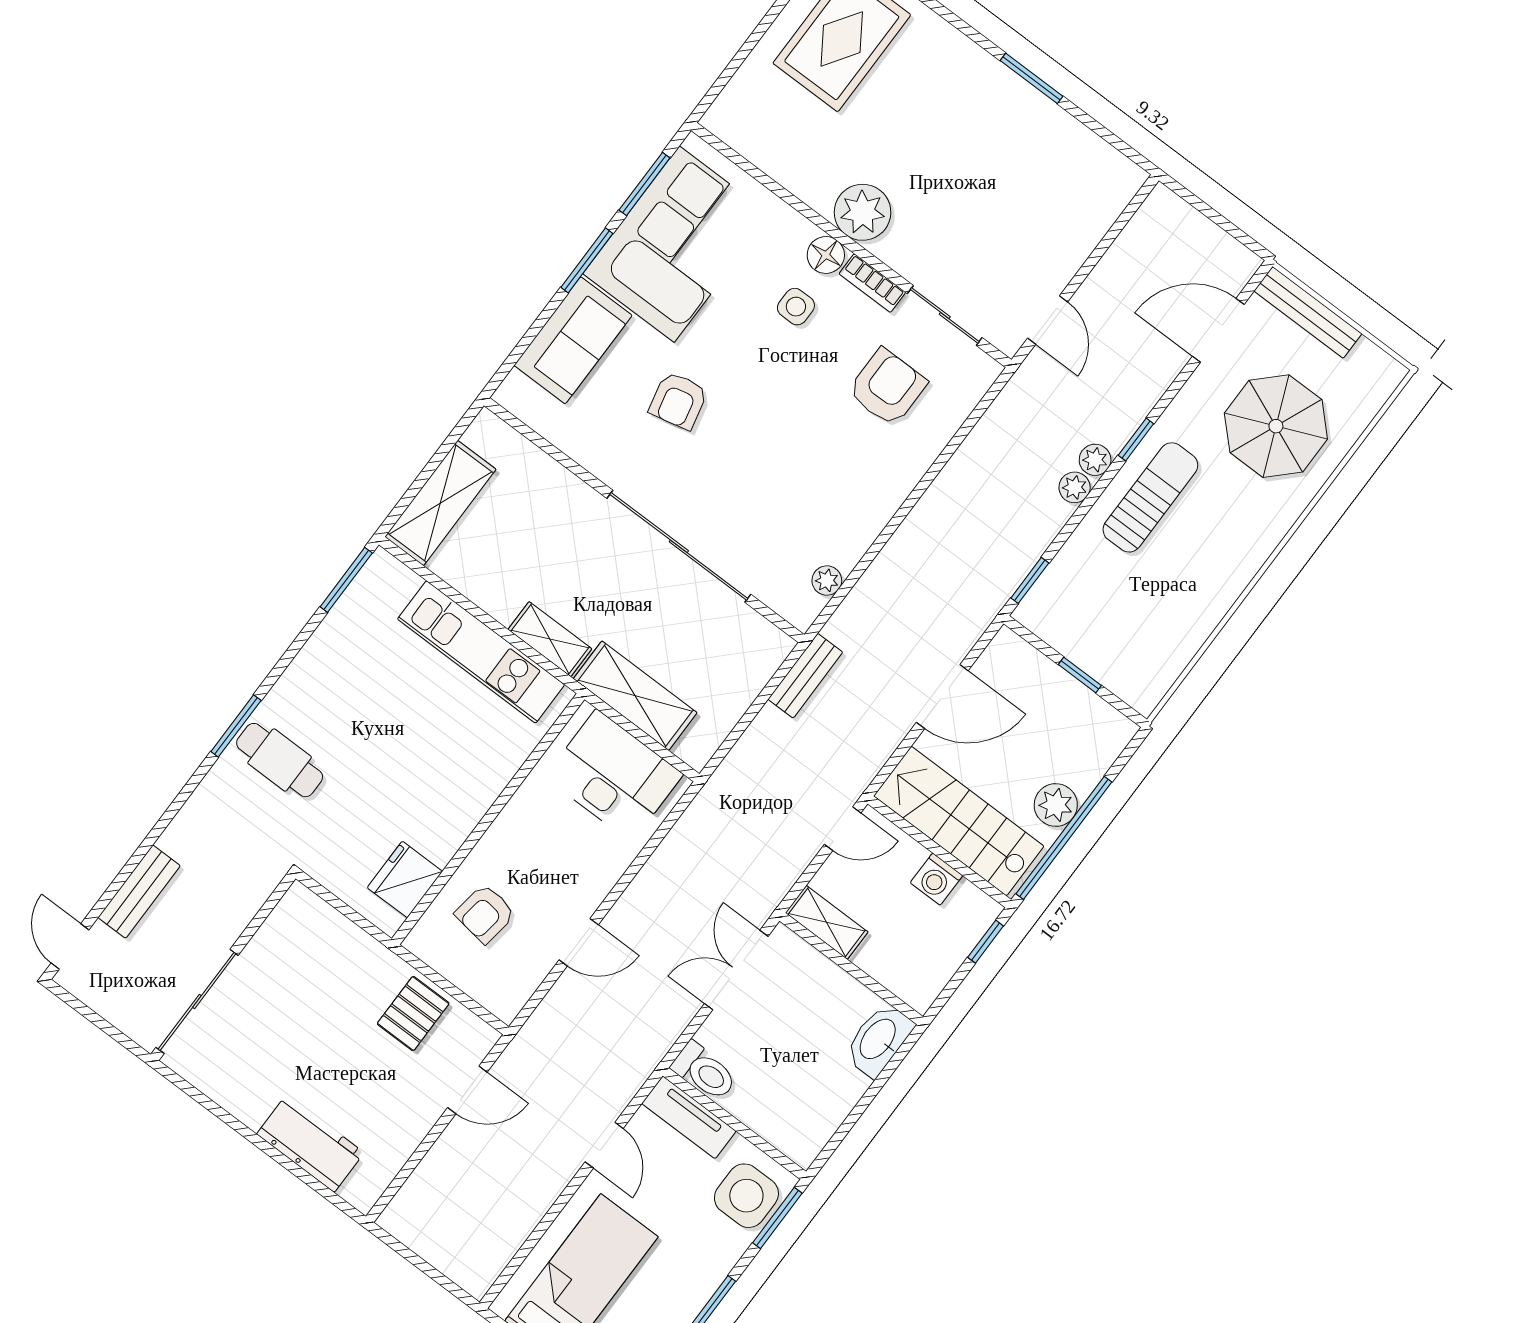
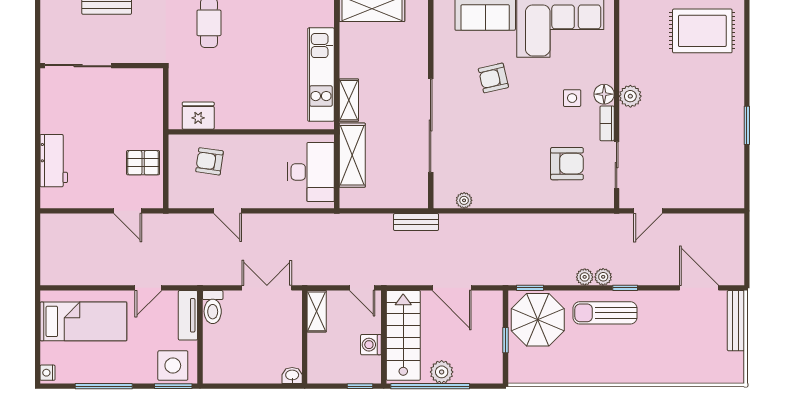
plant: (863, 212) -> (630, 96), width x0.73, depth x0.73
parasol: (1276, 426) -> (538, 320), moved
sun lounger: (1150, 497) -> (605, 313), turned 180
washbasin: (879, 1040) -> (292, 375), width x0.52, depth x0.69

